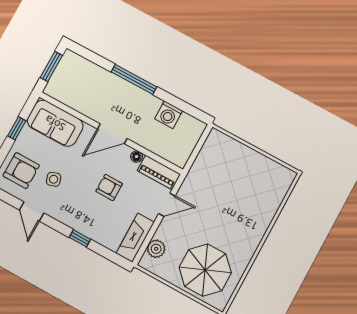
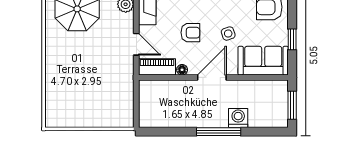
washing machine: (169, 115) -> (238, 118), moved
side table: (54, 179) -> (228, 34), moved
door: (167, 205) -> (136, 44), swing flipped

